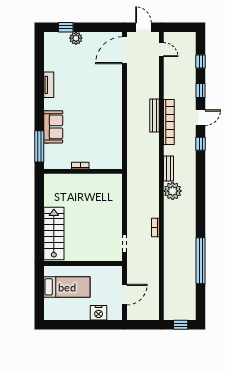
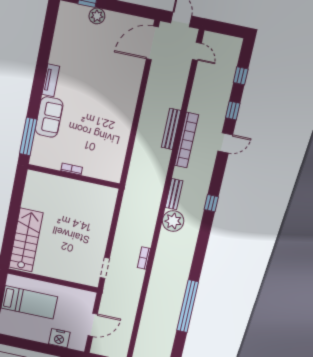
tv unit: (49, 85) -> (51, 80), moved
window: (201, 144) -> (211, 203), moved

